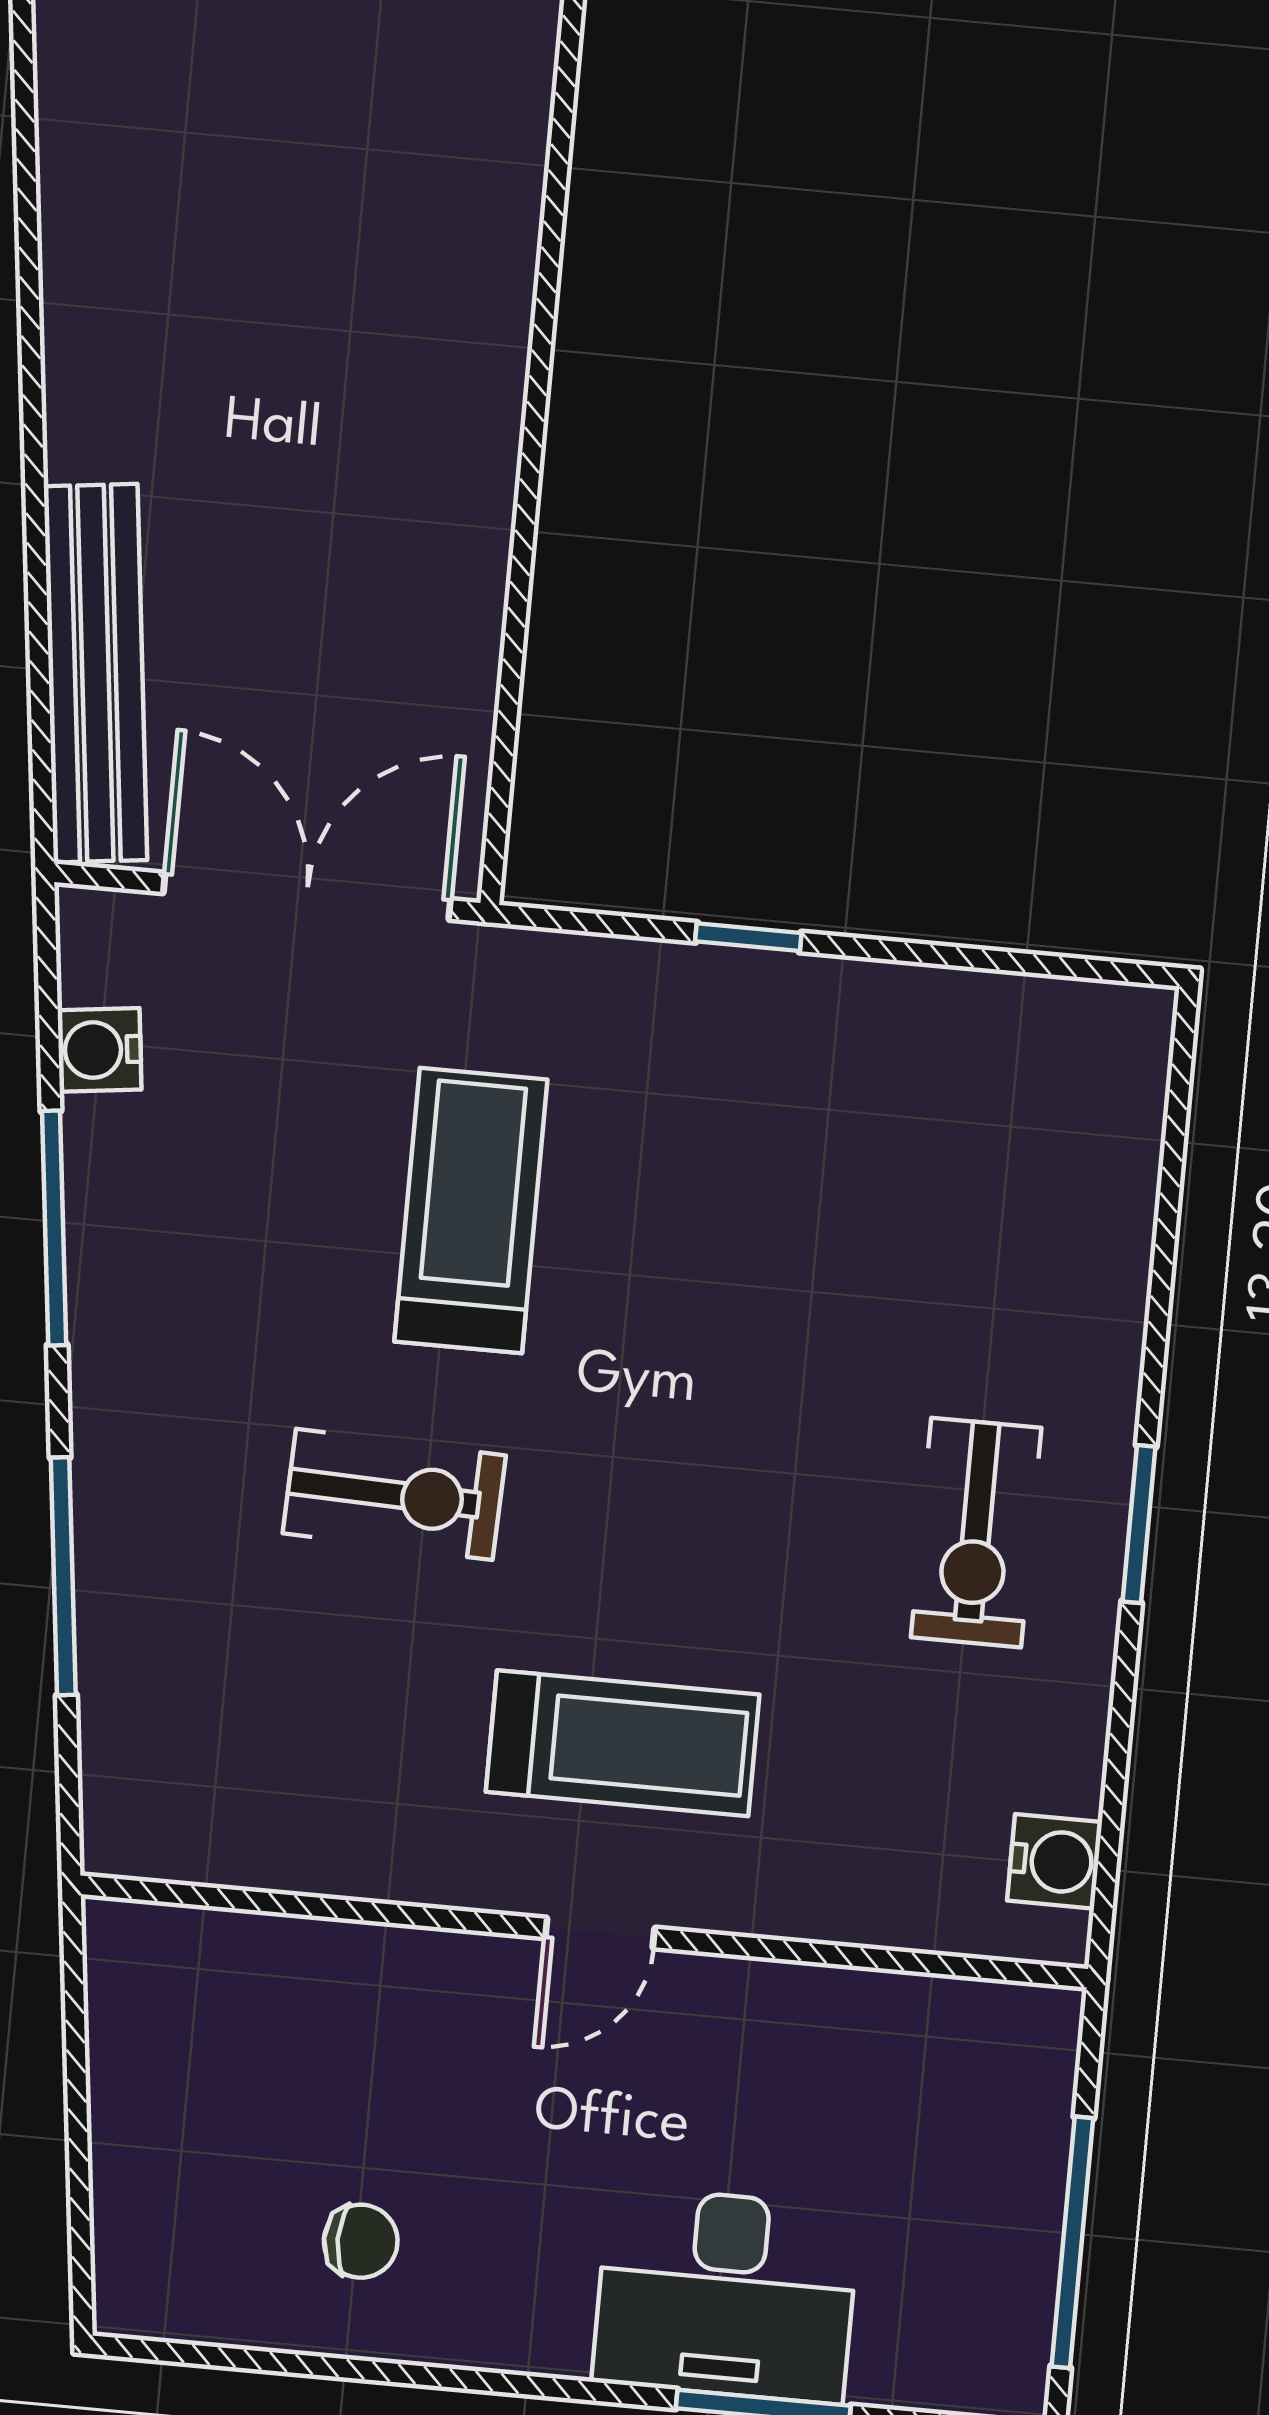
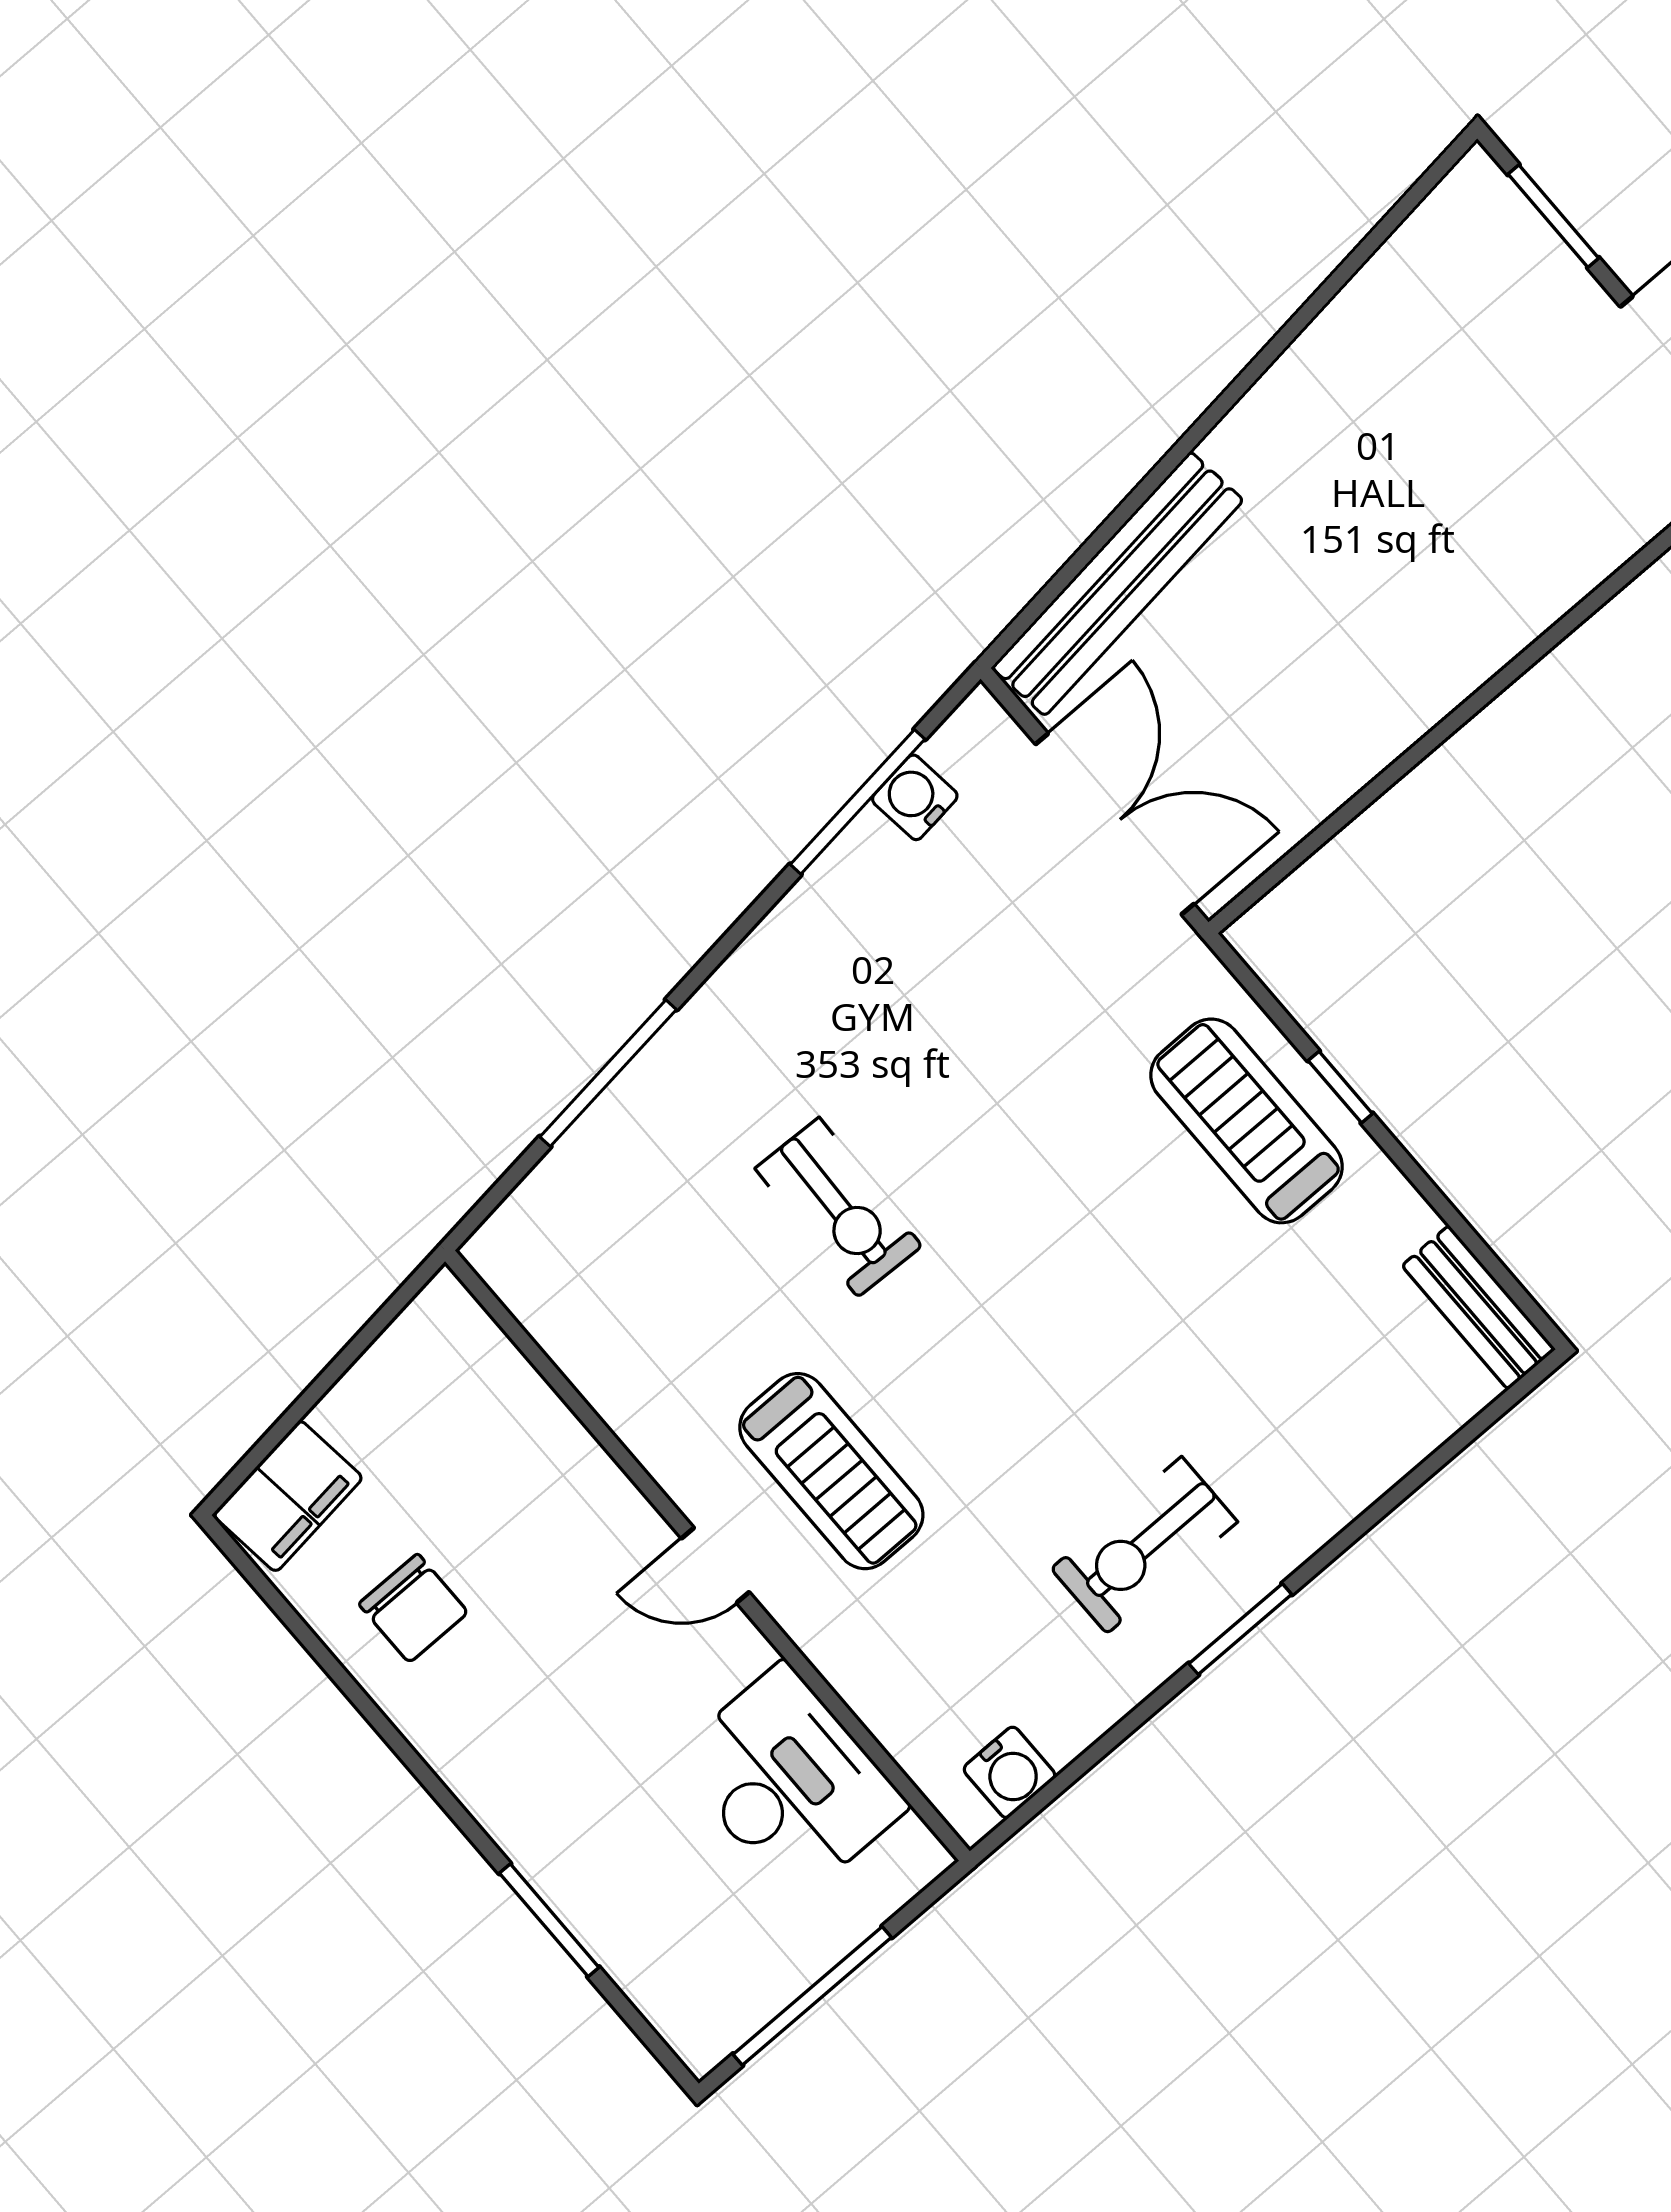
bench: (1072, 1017) -> (1479, 1307), added
treadmill: (471, 1211) -> (1246, 1121), moved, turned -90
window: (54, 1228) -> (858, 802), moved
chair: (361, 2241) -> (413, 1608), width x1.37, depth x1.37
filing cabinet: (146, 2250) -> (288, 1496), added
desk: (726, 2295) -> (789, 1782), moved, turned 180

